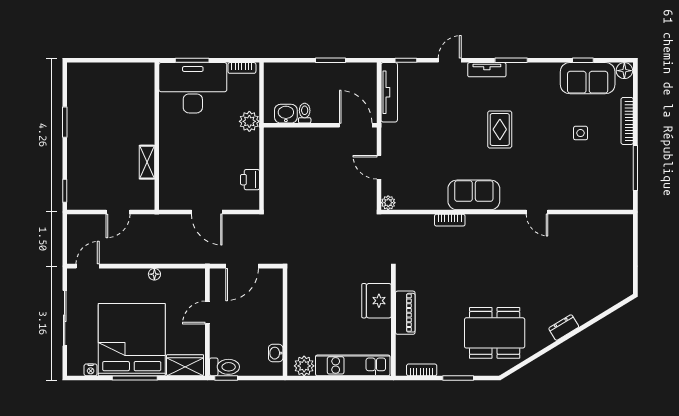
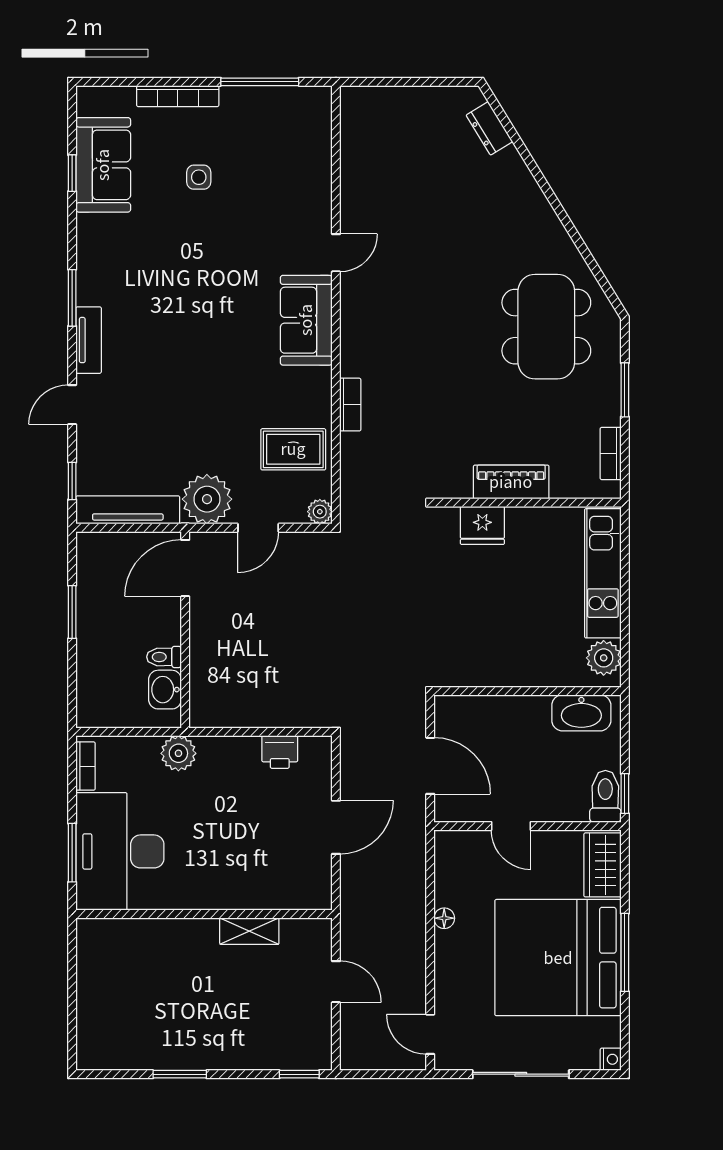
door: (450, 60) -> (72, 405), hinge flipped
floor lamp: (624, 71) -> (90, 101), removed
rug: (500, 129) -> (293, 449), moved
plant: (395, 138) -> (207, 499), added
sofa: (474, 195) -> (306, 320), moved
fridge: (377, 301) -> (482, 525), width x0.73, depth x0.75
dresser: (564, 328) -> (489, 128), moved
washbasin: (276, 353) -> (581, 713), width x1.91, depth x1.45
nightstand: (91, 370) -> (611, 1059), moved

